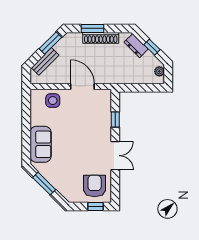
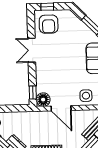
floor lamp: (103, 97) -> (43, 100), added
window: (115, 120) -> (33, 92), moved

